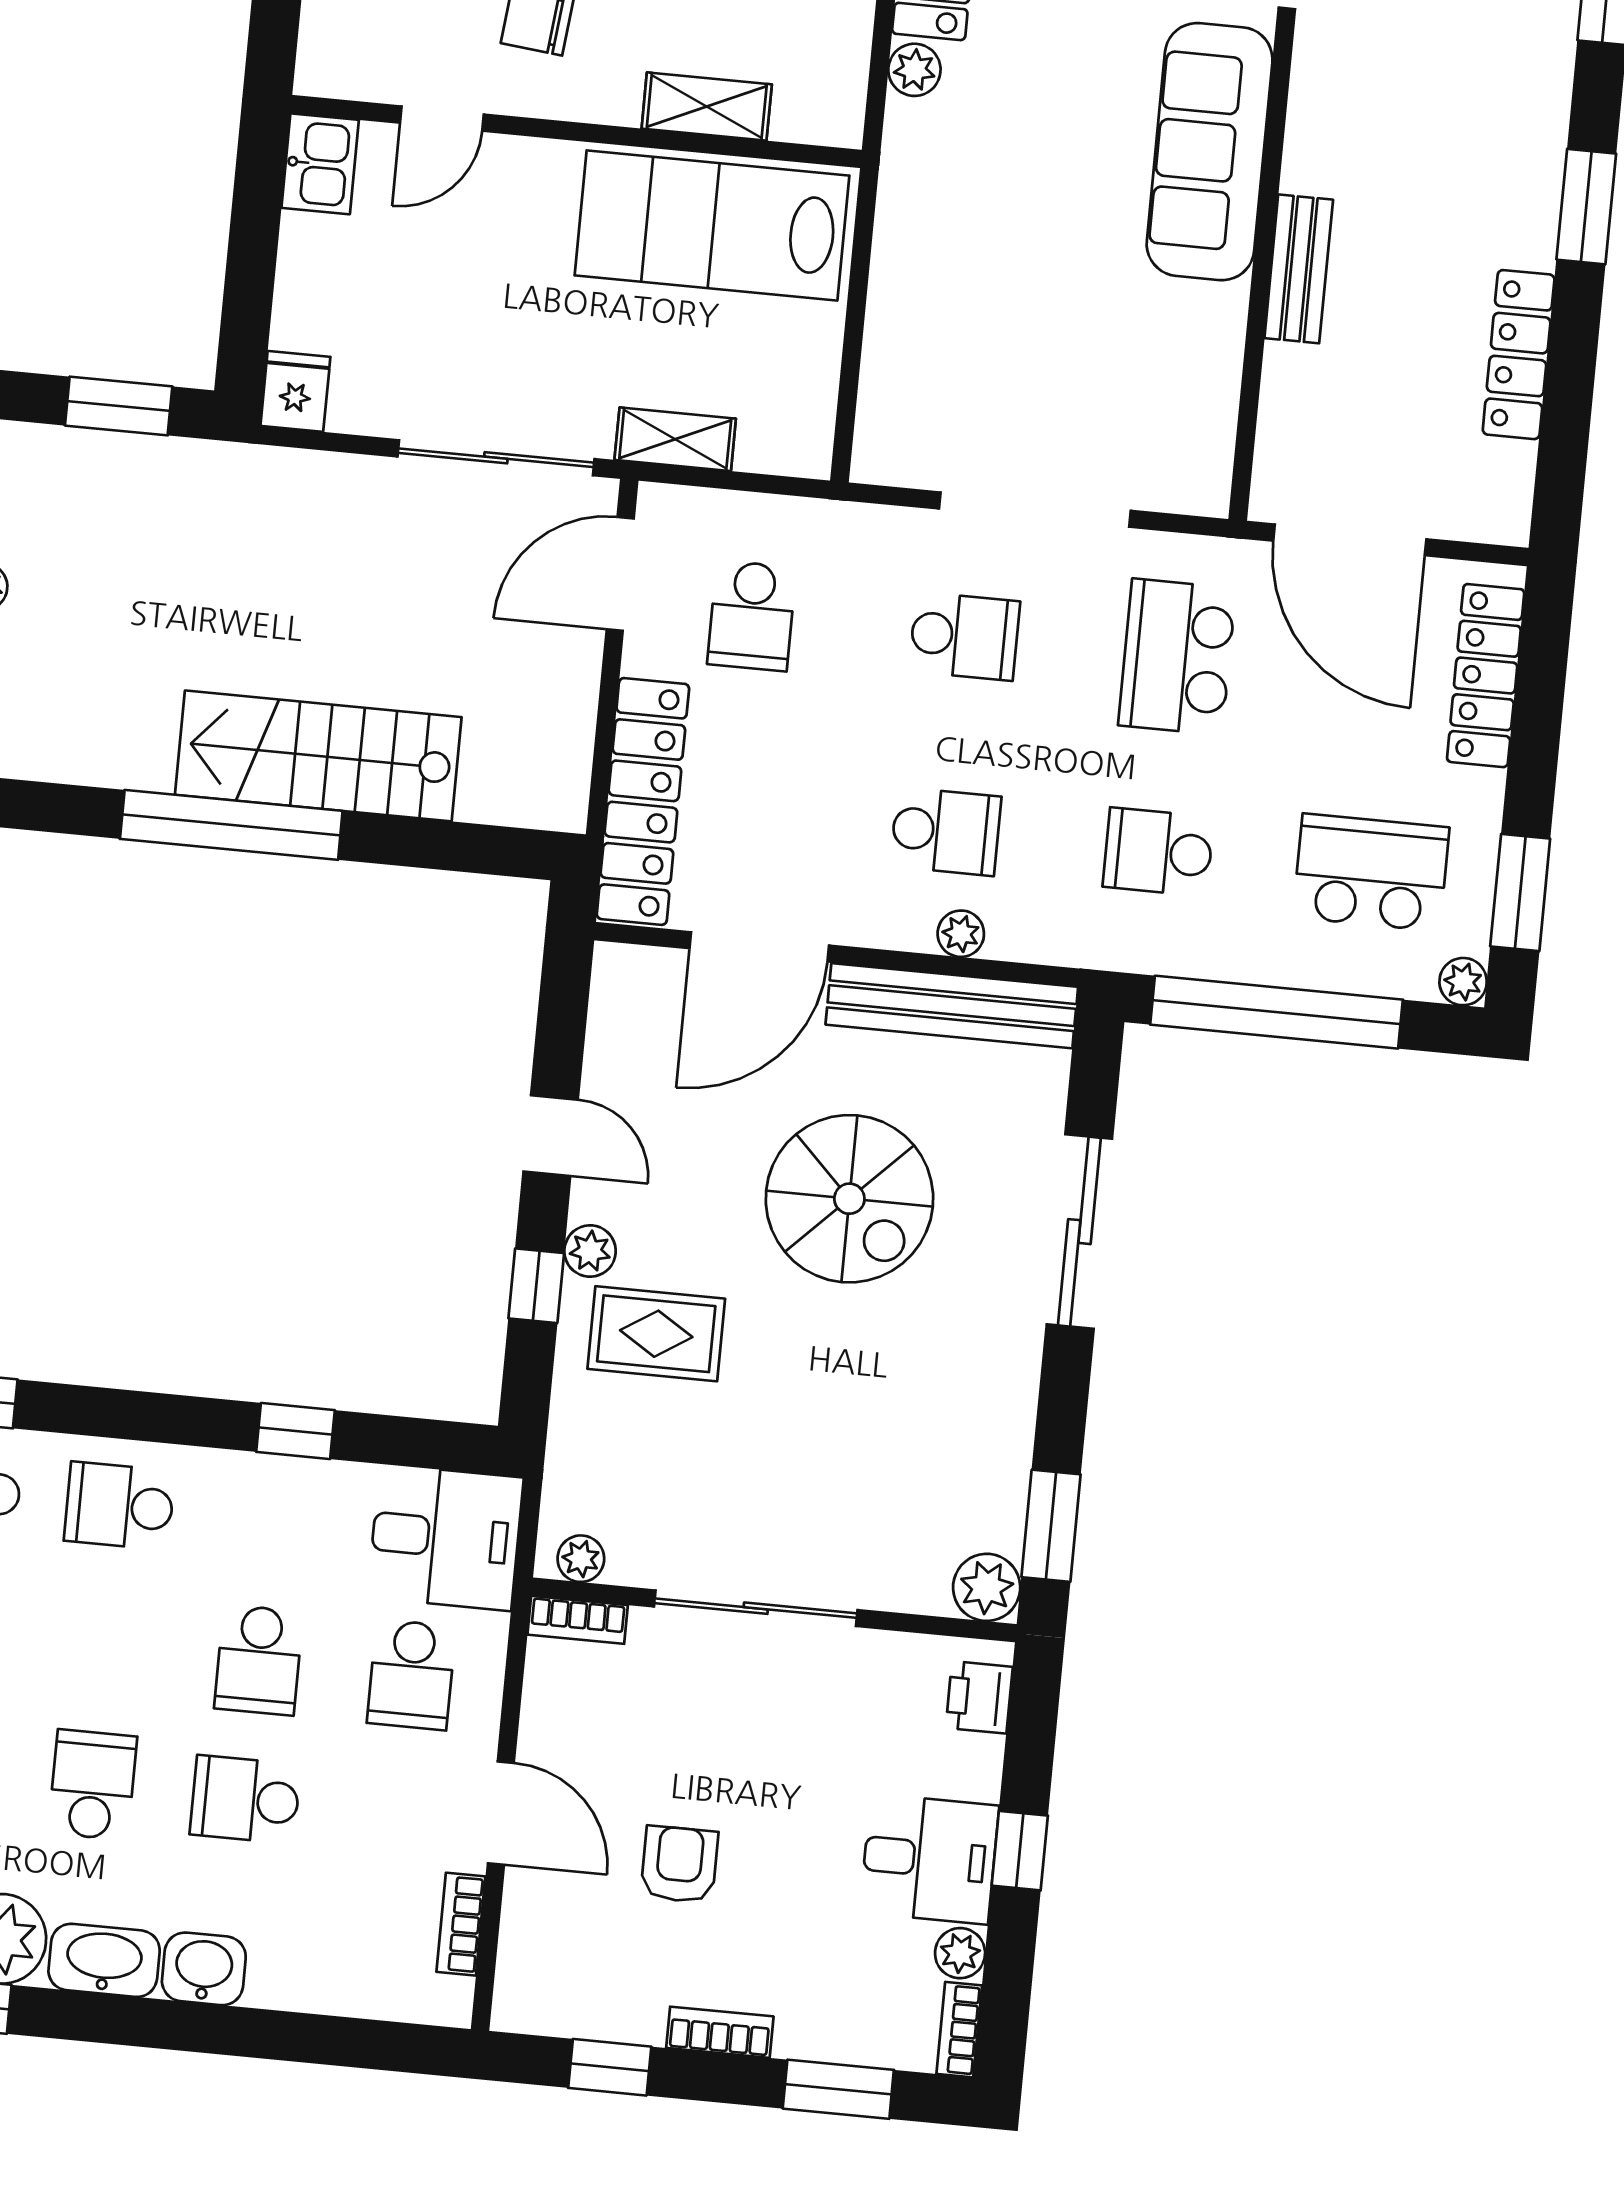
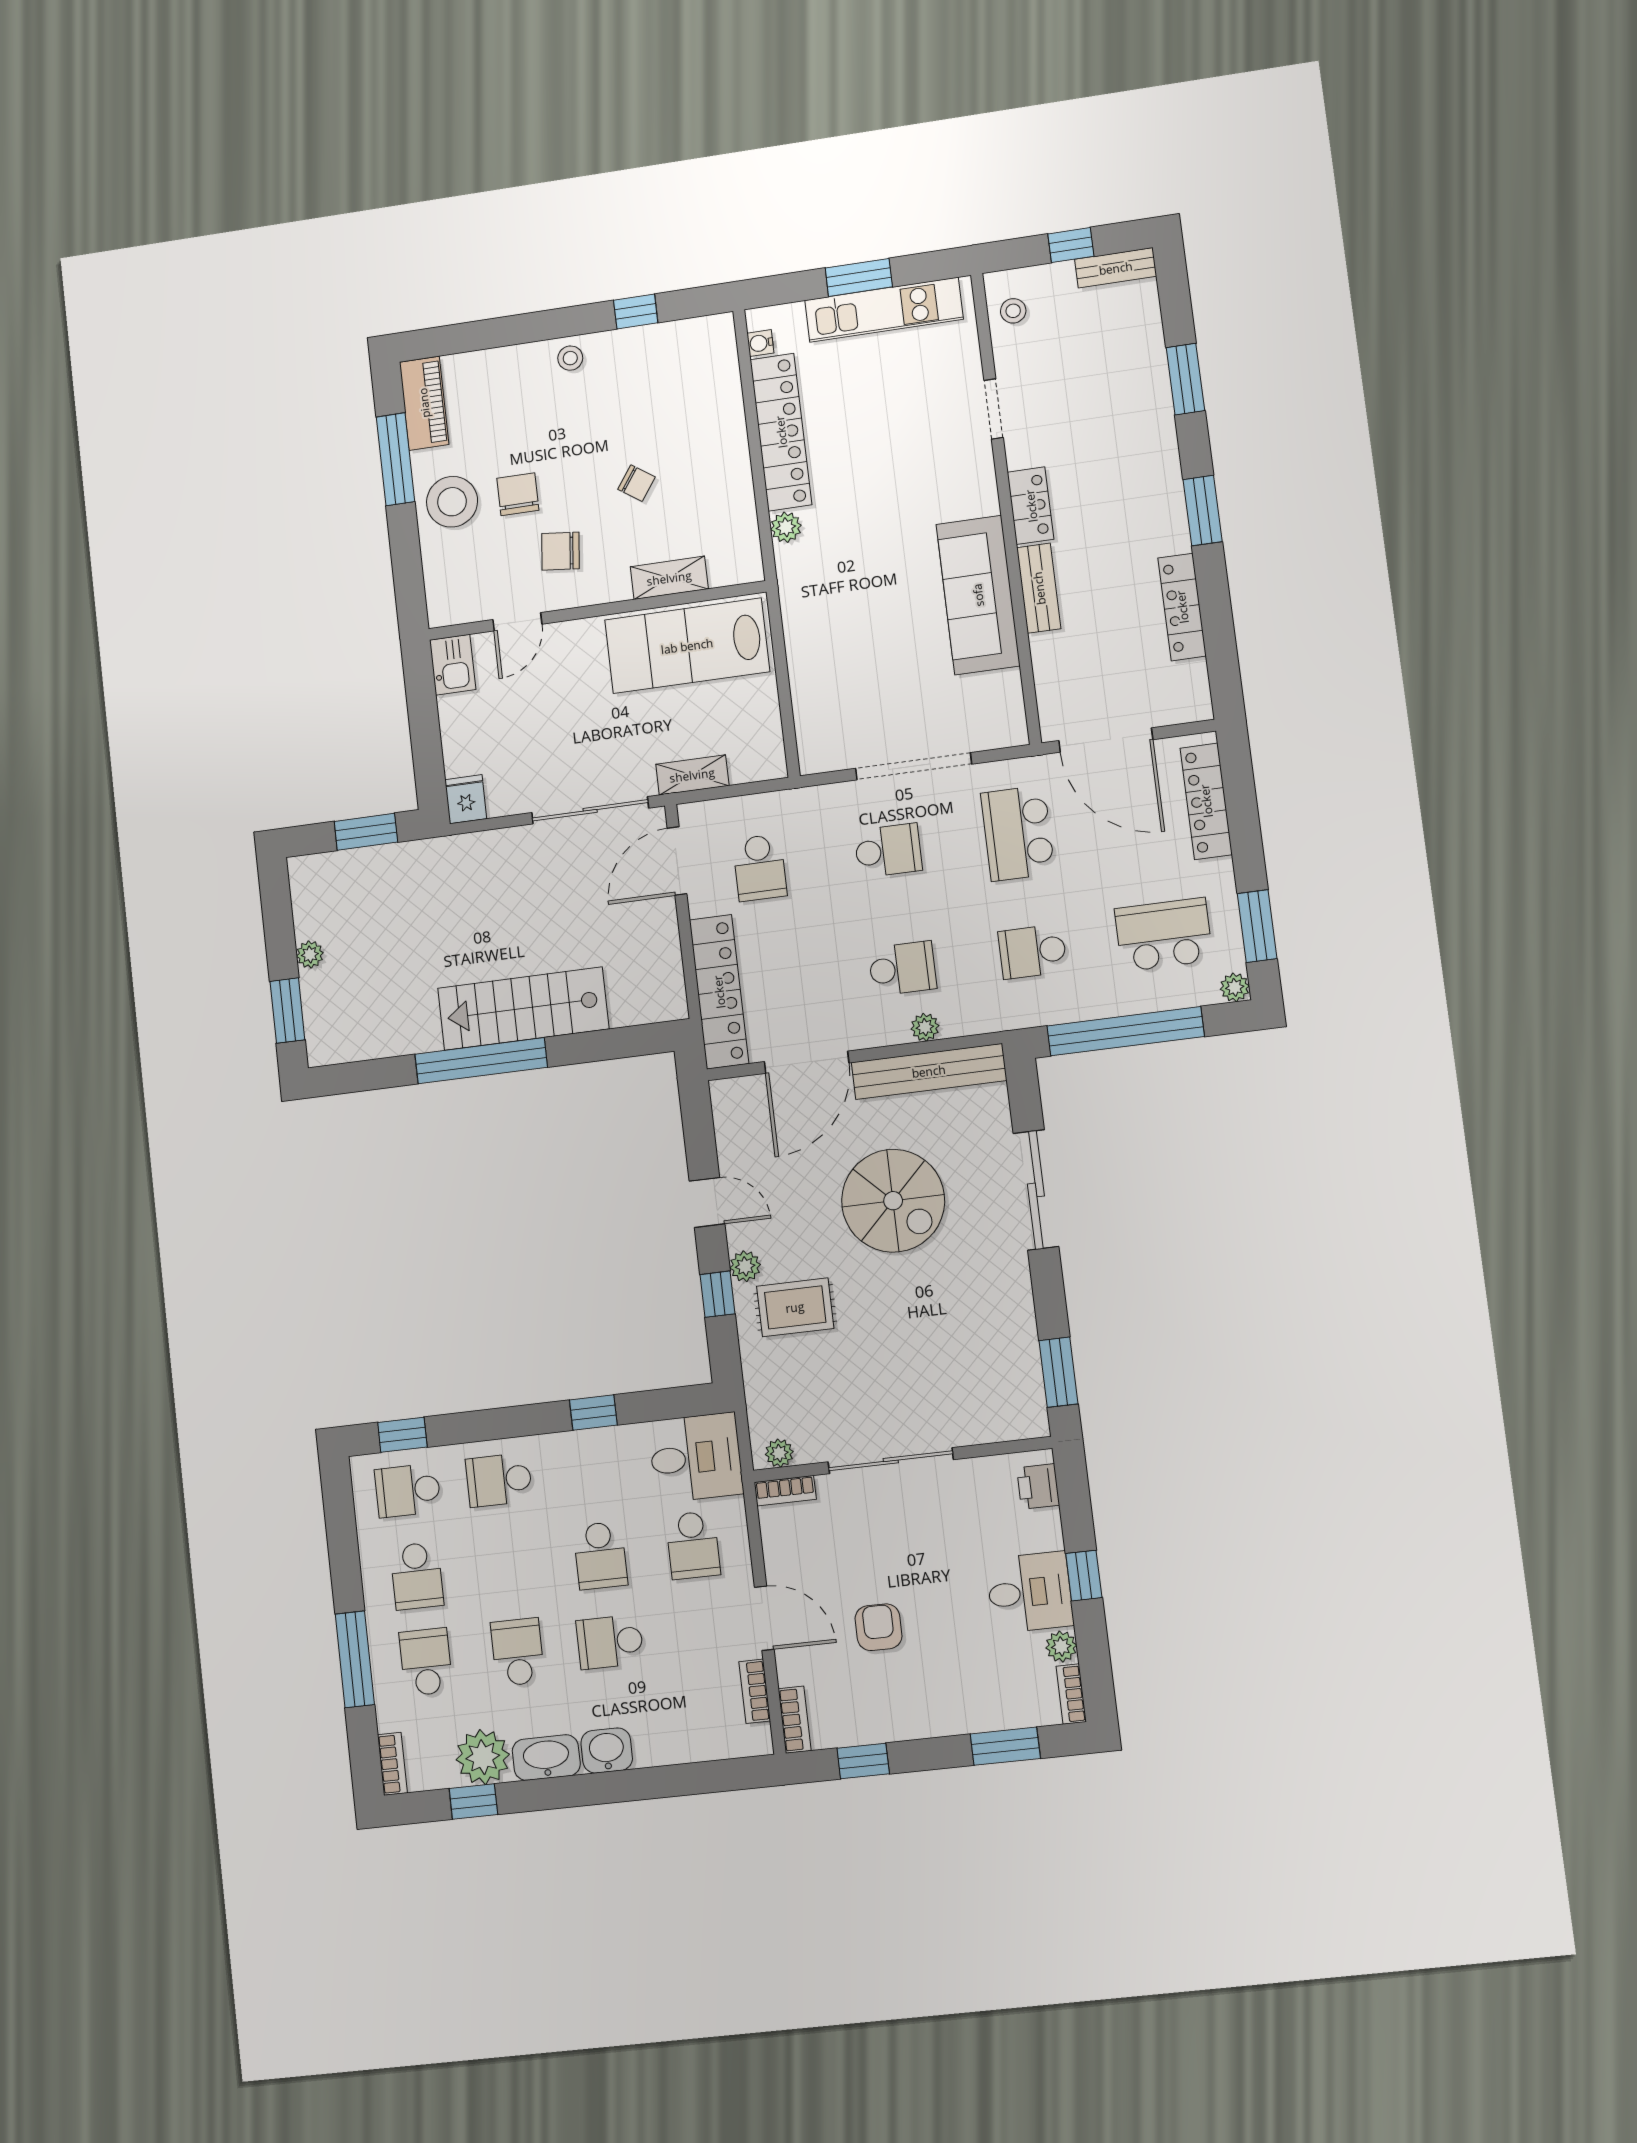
locker: (1315, 131) -> (1031, 506), added
sofa: (1210, 152) -> (978, 595), moved
plant: (987, 1587) -> (1028, 1418), removed
bookcase: (720, 2032) -> (795, 1720), moved, turned 90

